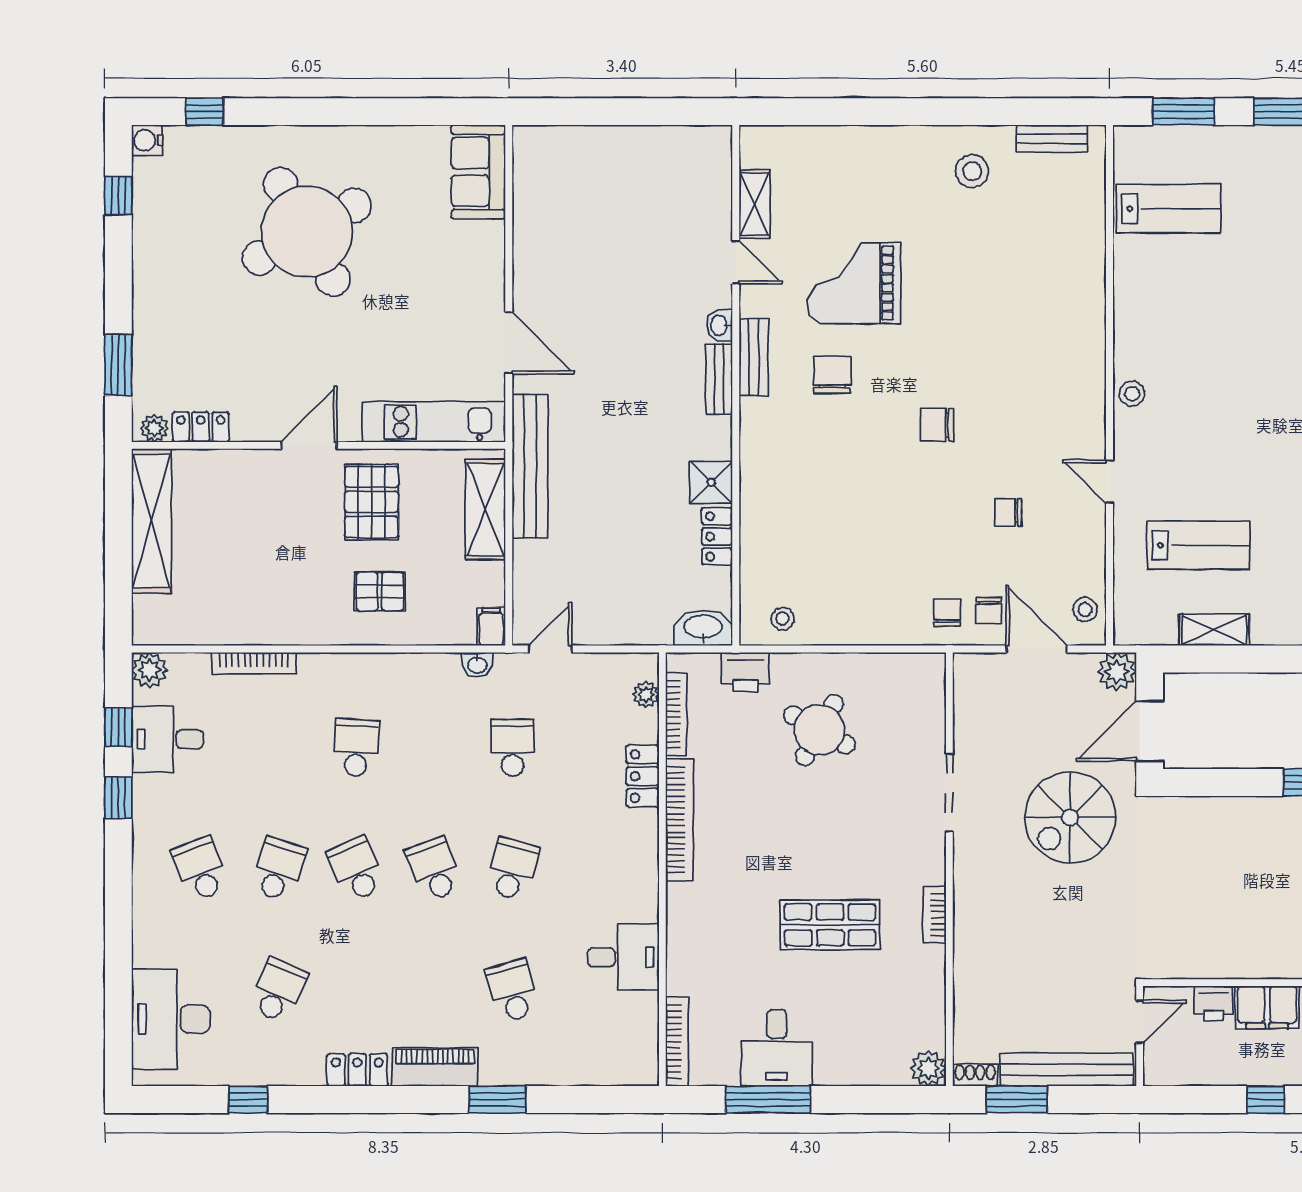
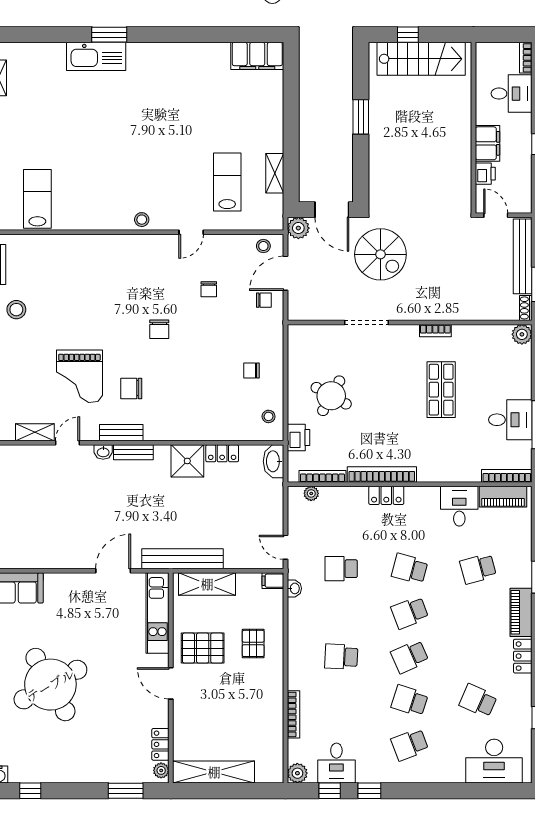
shower: (711, 482) -> (187, 461), width x1.36, depth x1.36
chair: (947, 613) -> (252, 370), moved
locker: (643, 776) -> (386, 495), moved
piano: (640, 1035) -> (503, 497), added

